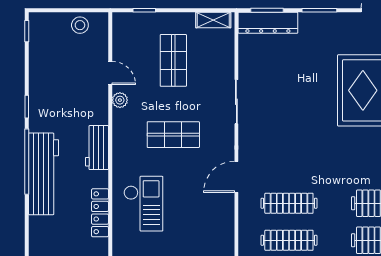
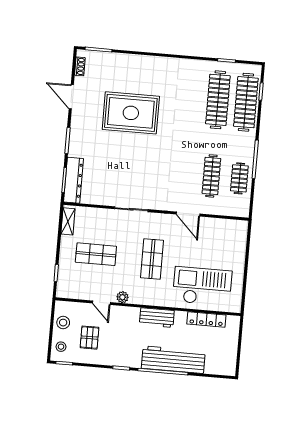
stool: (48, 25) -> (61, 347), added
pallet: (63, 61) -> (89, 338), added
door: (110, 73) -> (101, 303), swing flipped
checkout: (143, 204) -> (202, 286), width x1.36, depth x1.21
clothes rail: (289, 240) -> (239, 178), width x0.73

